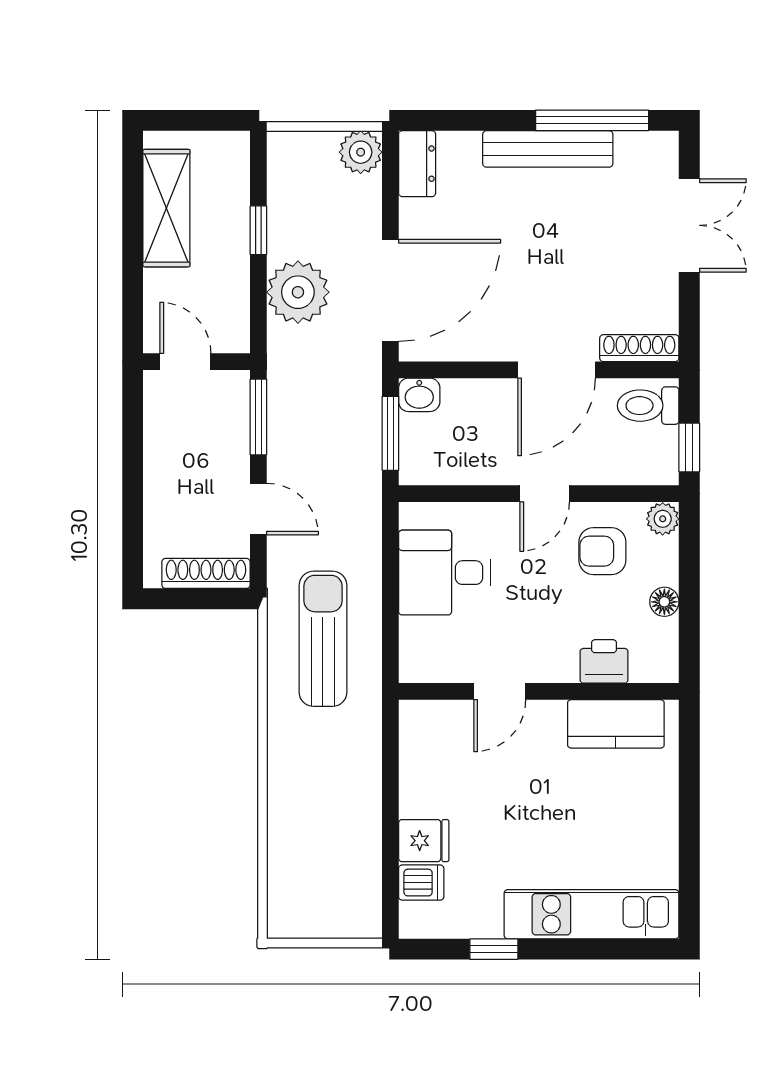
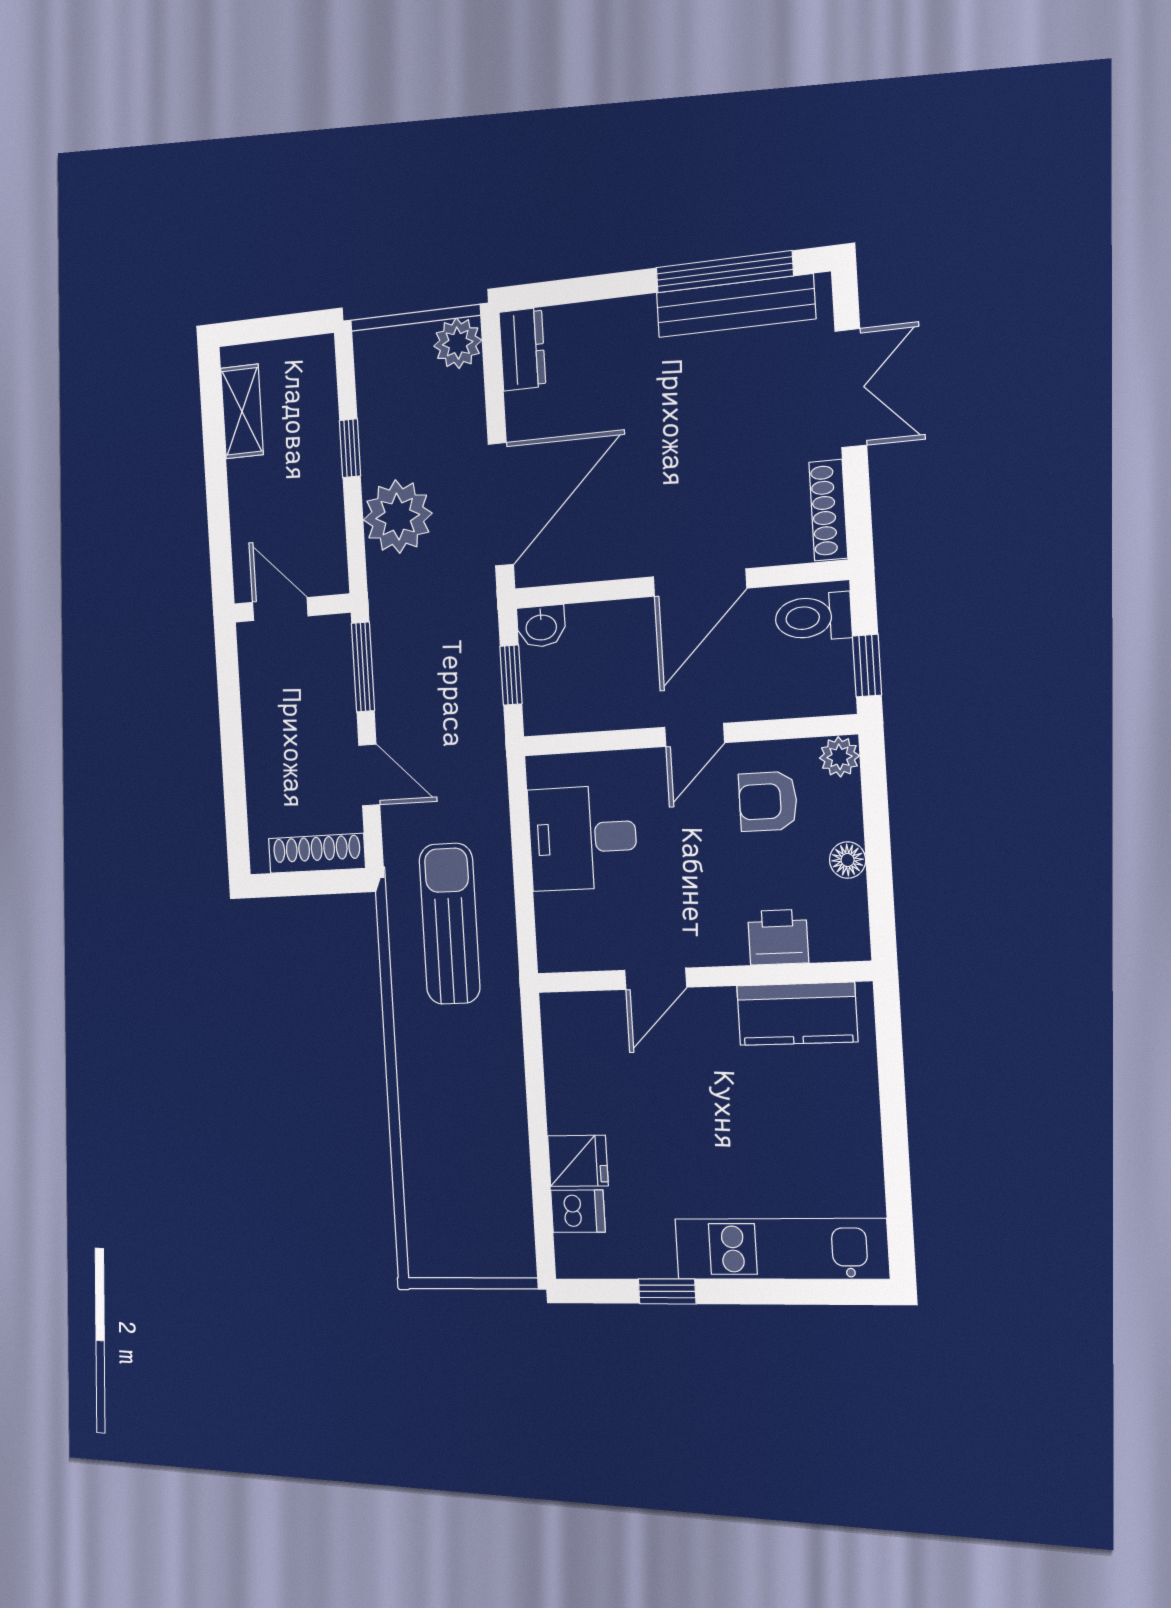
bench: (548, 149) -> (736, 306), moved
shelving: (166, 208) -> (242, 411), width x0.67, depth x0.75
shoe rack: (639, 348) -> (828, 510), moved, turned -90
window: (390, 433) -> (511, 675), width x0.67

